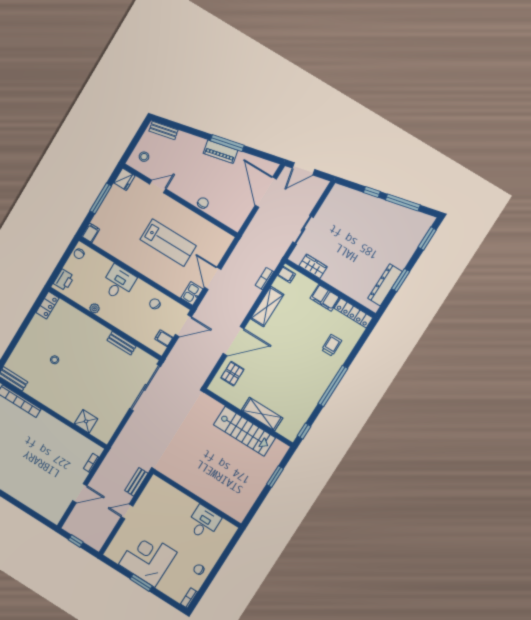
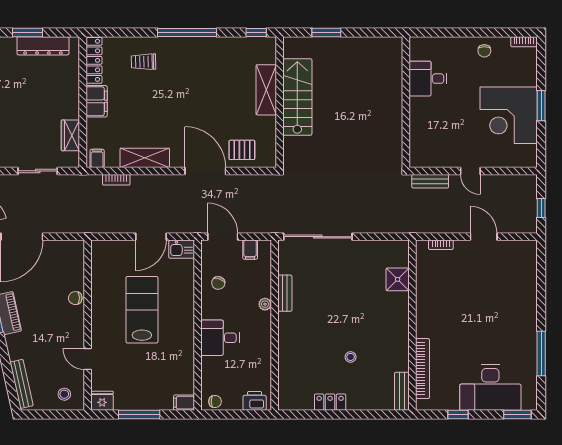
bench: (163, 130) -> (22, 384), width x1.36
locker: (48, 305) -> (330, 402), moved
plant: (95, 308) -> (265, 304), moved

